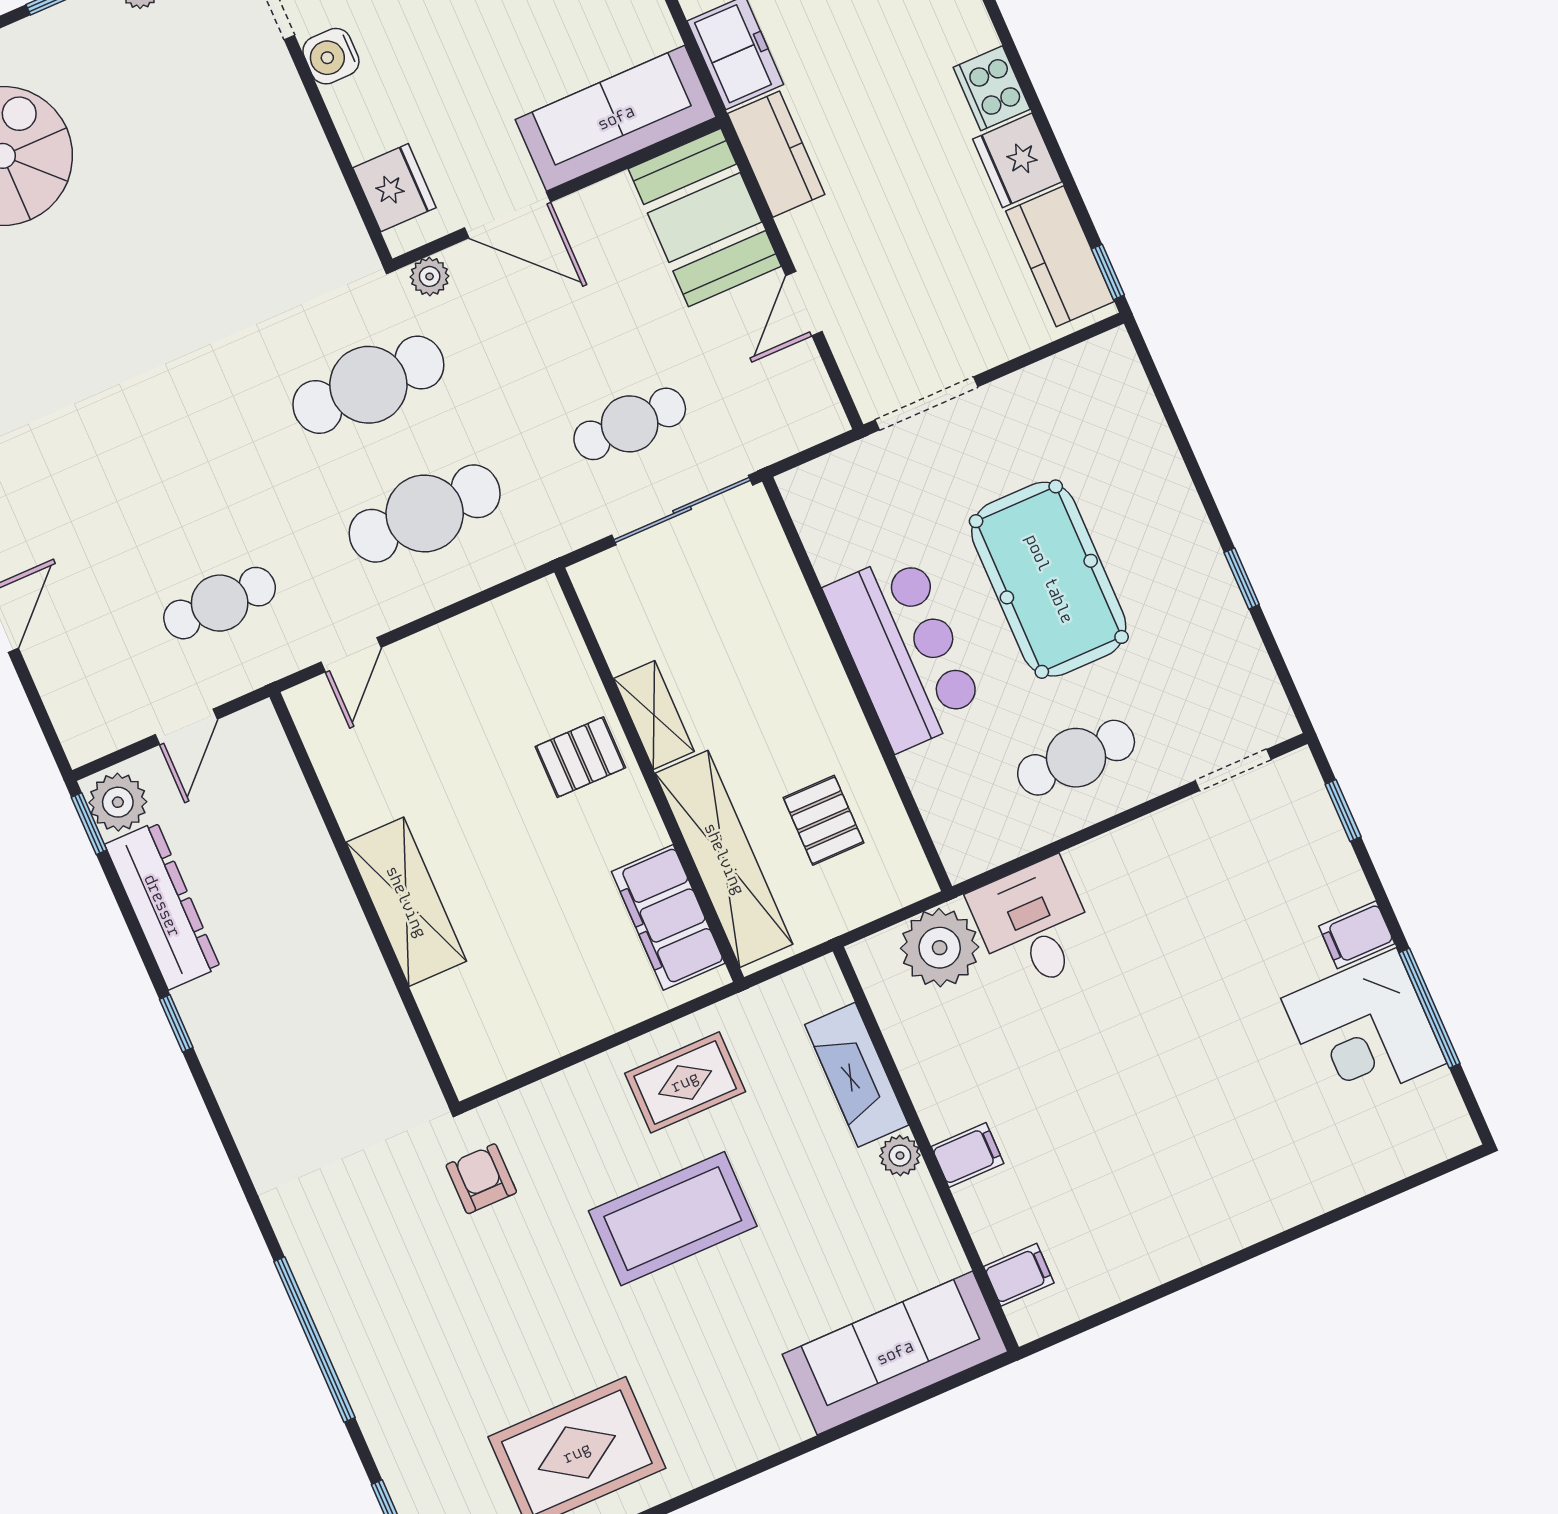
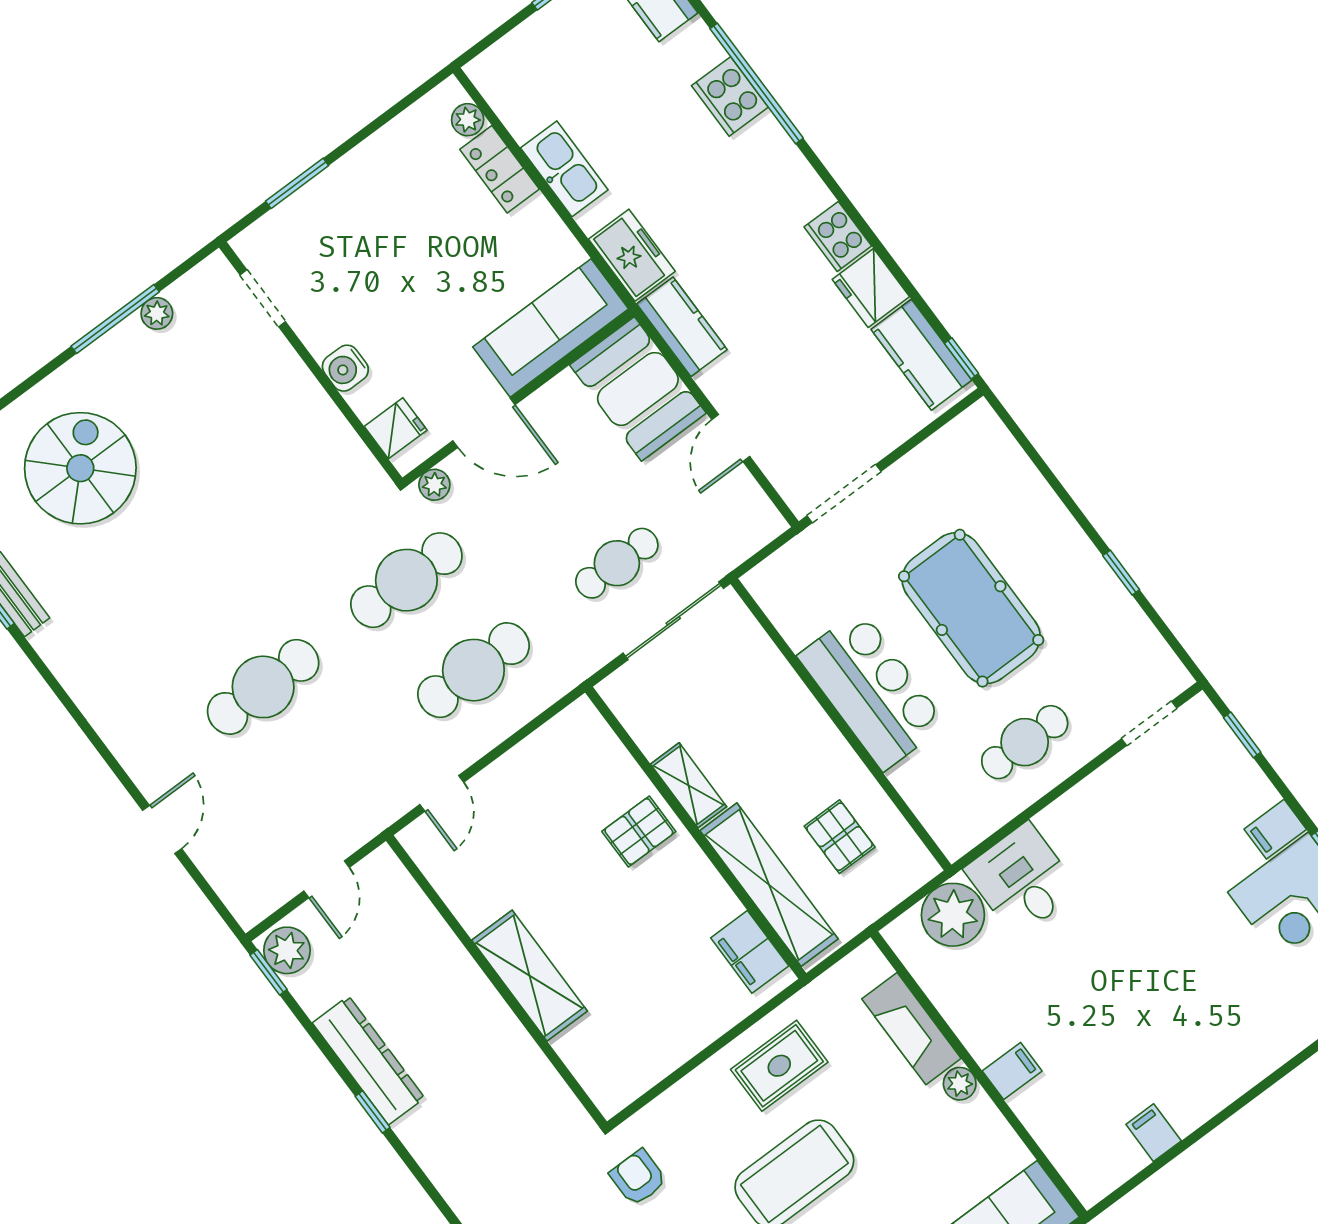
water cooler: (331, 56) -> (345, 368), moved
fridge: (394, 188) -> (396, 428), width x0.72
cafe table: (220, 603) -> (263, 687), moved, width x1.37, depth x1.35
dresser: (162, 906) -> (368, 1060), moved
filing cabinet: (668, 917) -> (750, 952), width x0.67, depth x0.86
filing cabinet: (1019, 1275) -> (1154, 1133), moved, turned -90

